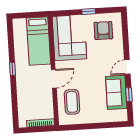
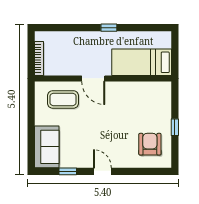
armchair: (103, 30) -> (150, 144), turned -90
corner sofa: (69, 38) -> (144, 101), removed
sofa: (116, 92) -> (47, 147), moved, turned 90

